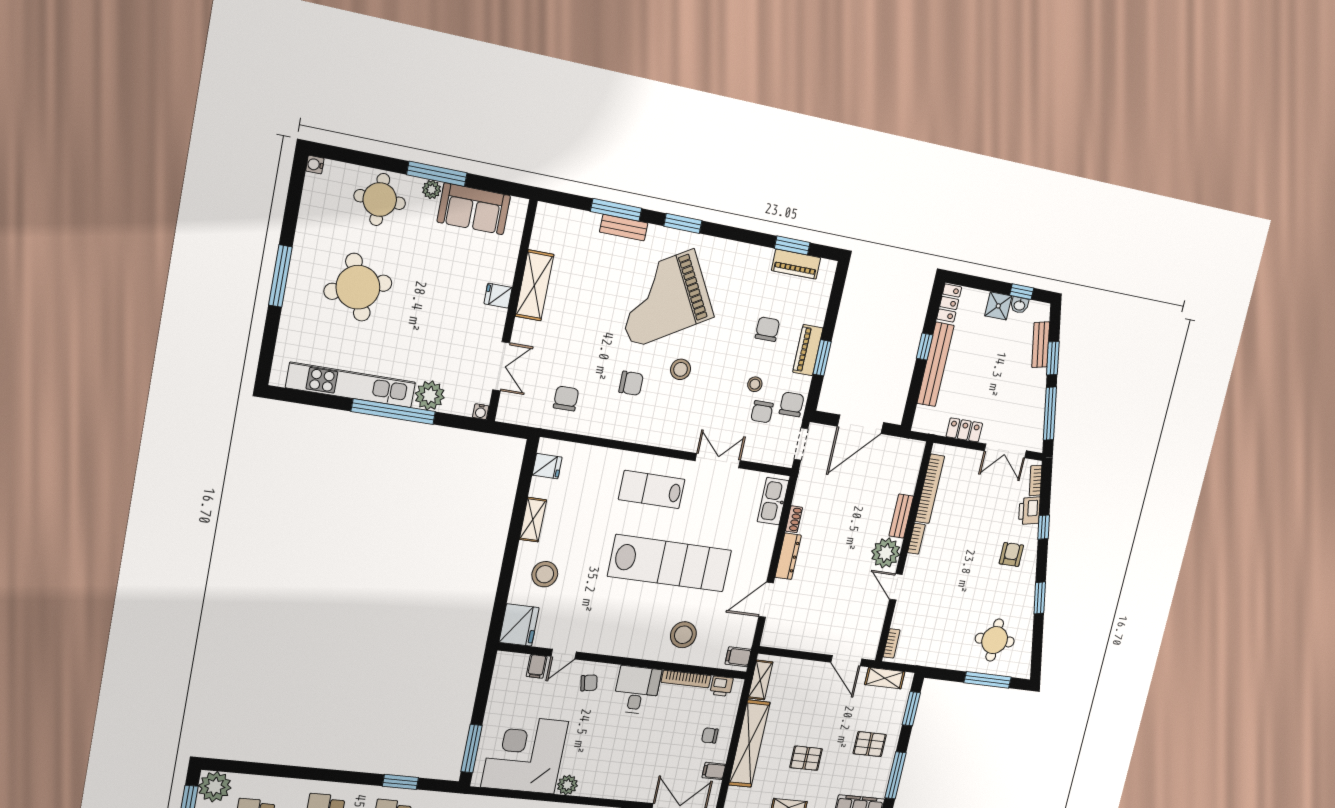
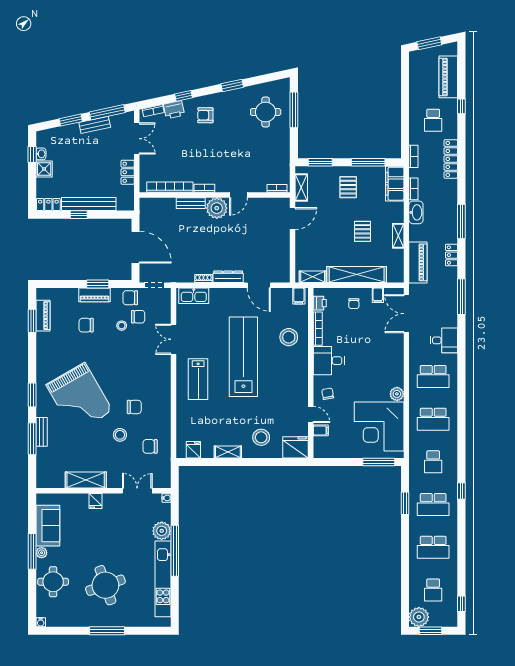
bench: (1041, 345) -> (95, 125), moved
stool: (681, 369) -> (120, 435), moved
chair: (631, 383) -> (134, 407), turned 90

